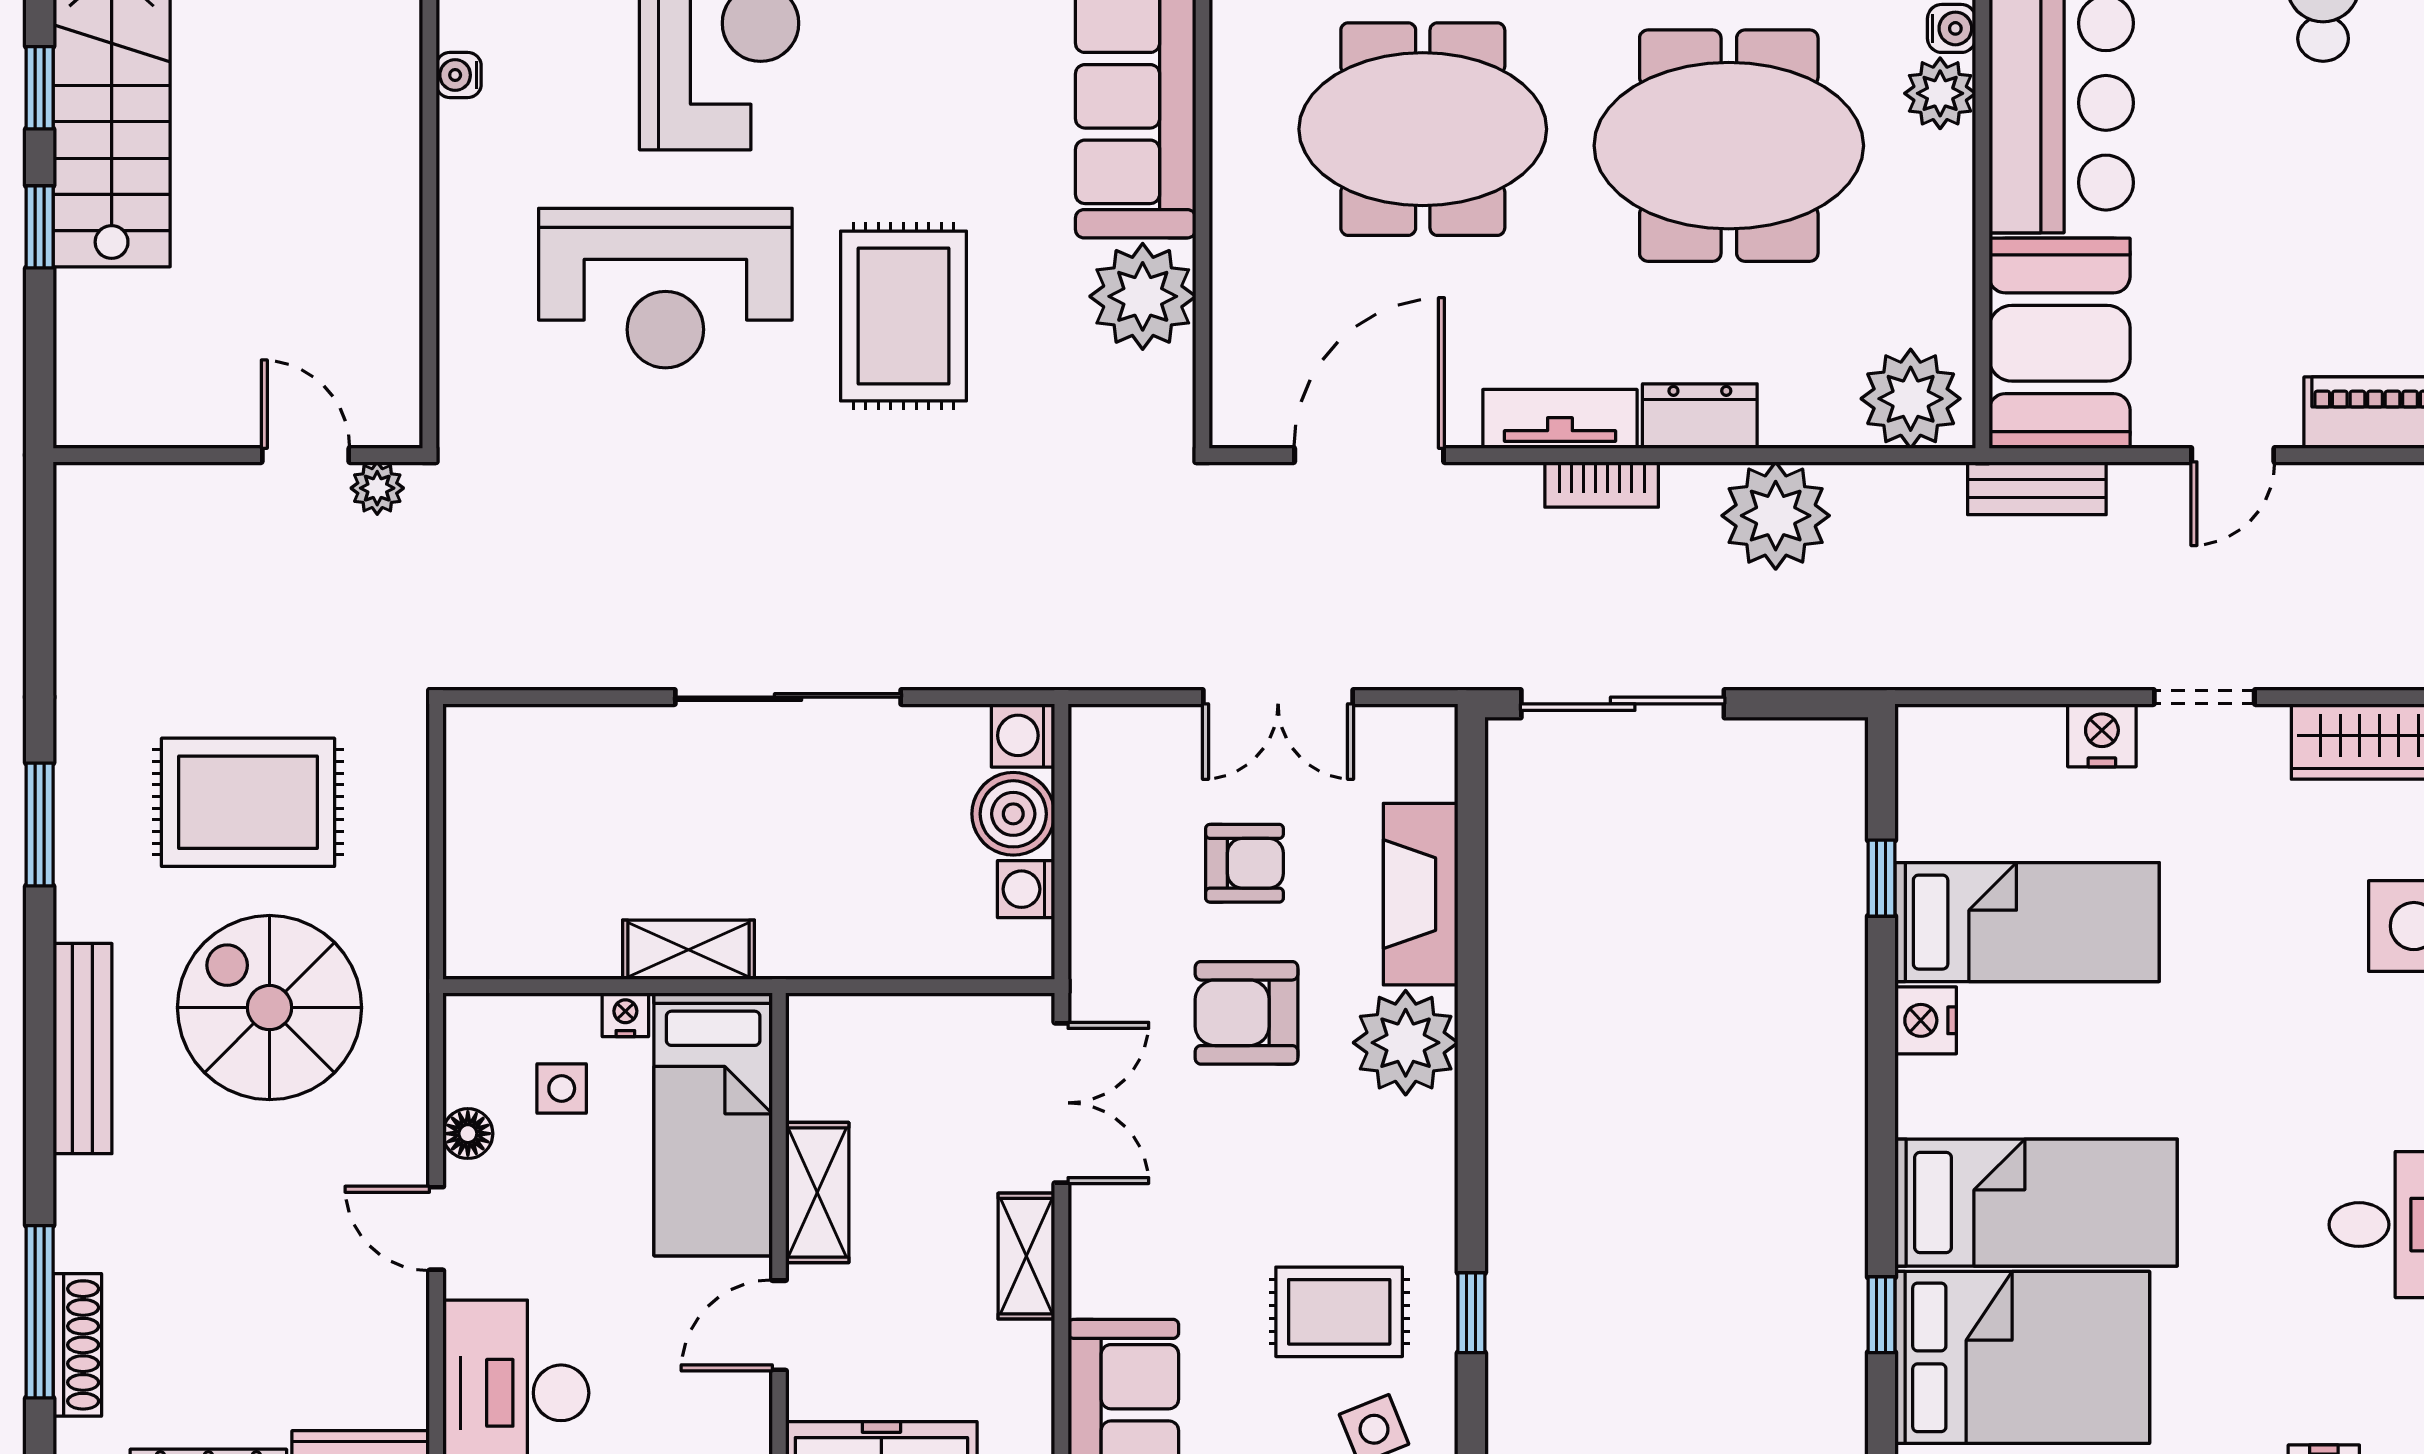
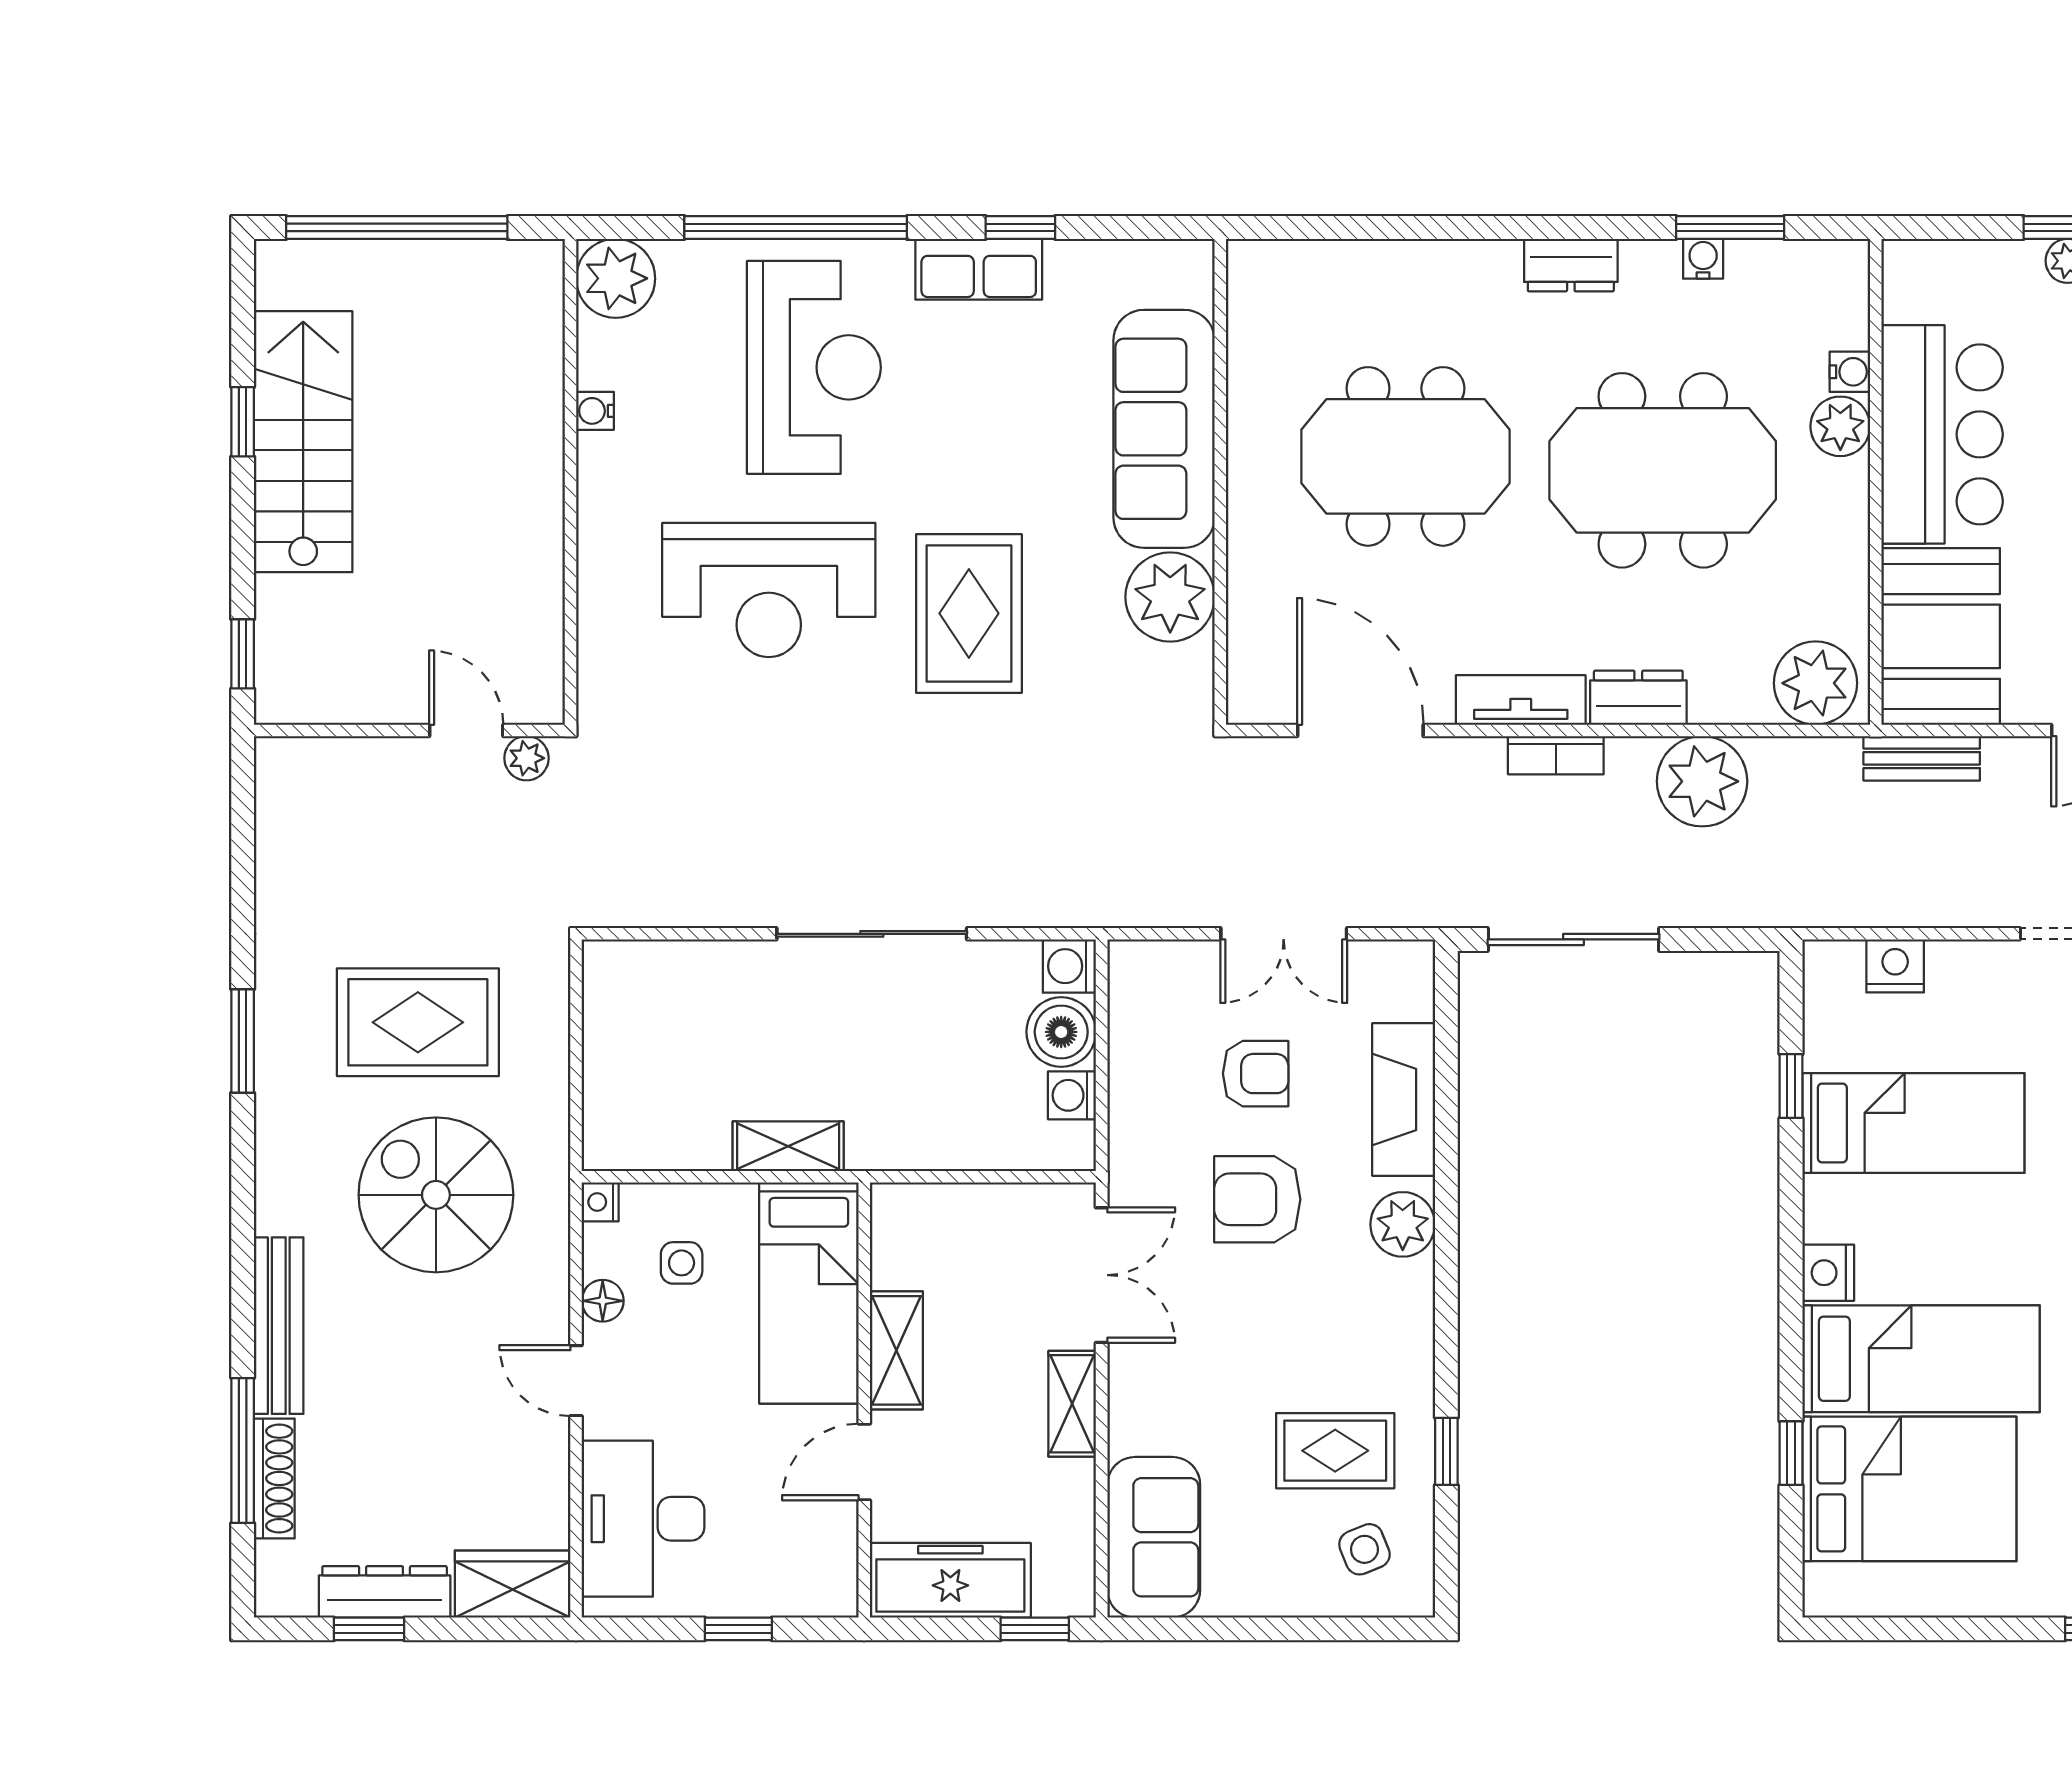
window: (40, 227) -> (243, 654), moved
door: (1369, 455) -> (1360, 730), hinge flipped
nightstand: (2102, 735) -> (1895, 966), moved
nightstand: (625, 1015) -> (600, 1202), moved, turned -90
nightstand: (1926, 1020) -> (1828, 1273), moved
plant: (1406, 1043) -> (1403, 1224), width x0.73, depth x0.73
bench: (82, 1049) -> (279, 1326), moved

